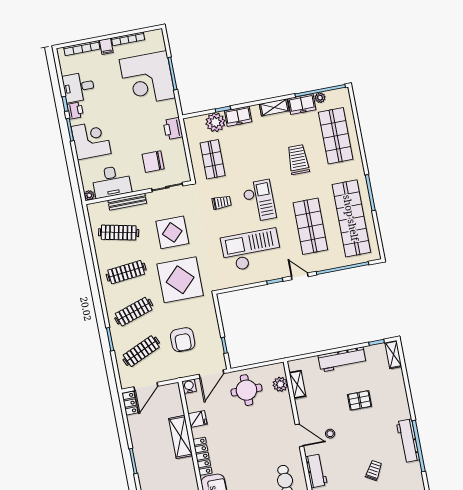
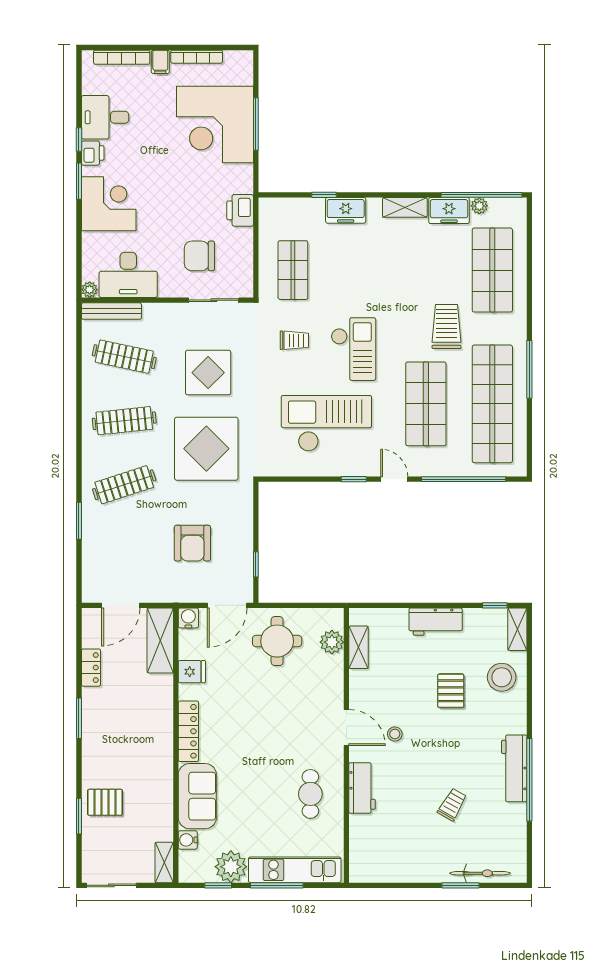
plant: (215, 122) -> (308, 213), removed
trolley: (298, 160) -> (446, 327), moved
bench: (127, 202) -> (111, 311), moved
clothes rail: (141, 351) -> (124, 549), removed
workbench: (342, 359) -> (436, 622), width x0.73
stool: (389, 386) -> (502, 677), added
pallet: (360, 400) -> (451, 691), turned 90
locker: (130, 403) -> (91, 668), moved
shelving: (181, 437) -> (160, 641), moved

